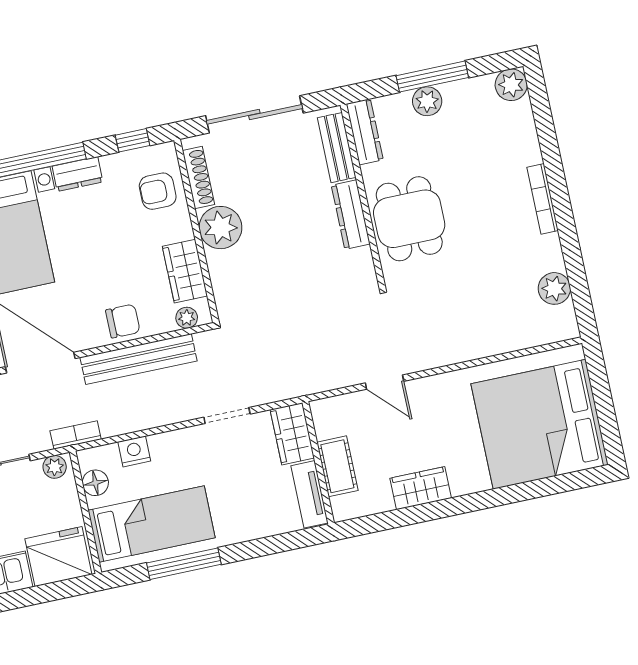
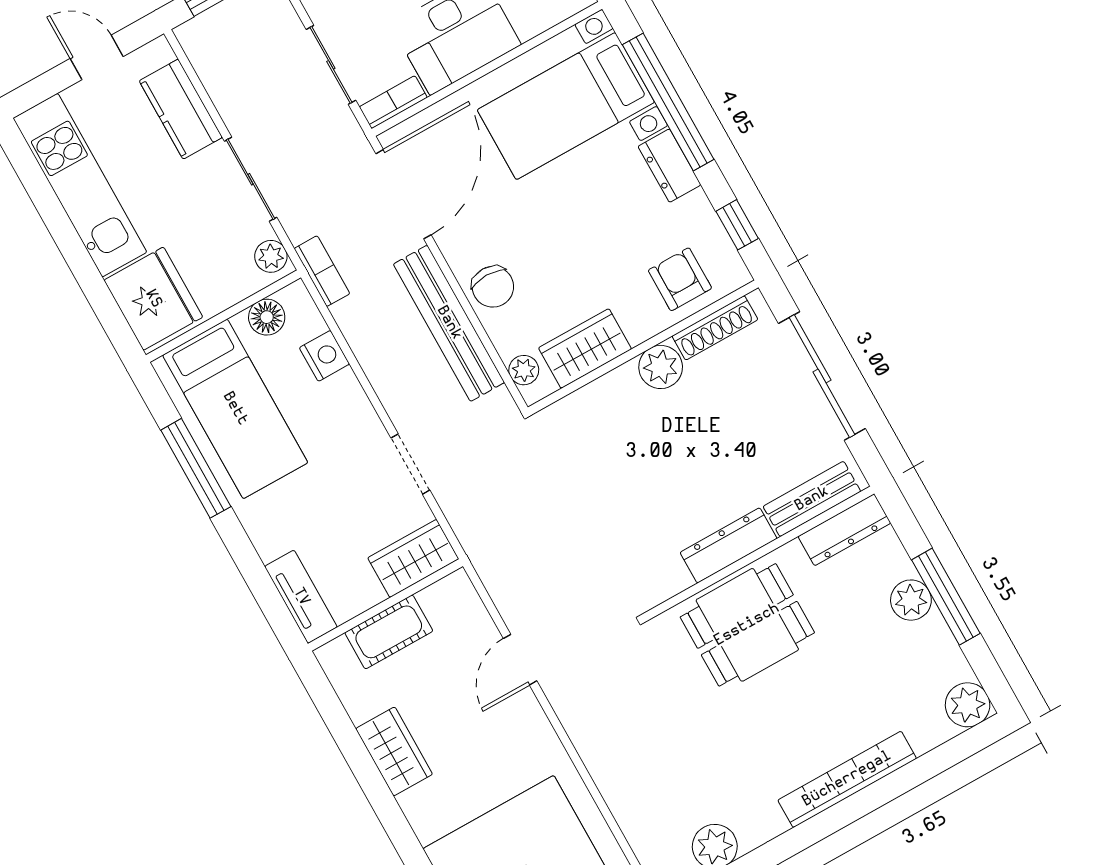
bookcase: (543, 199) -> (847, 779), width x1.48, depth x1.31
plant: (220, 228) -> (661, 367), width x0.73, depth x0.73
tv unit: (309, 494) -> (301, 597), moved, turned 90

